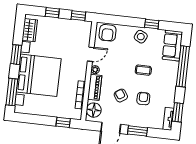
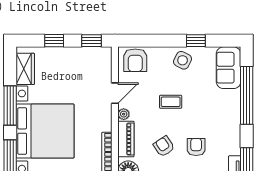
window: (16, 55) -> (10, 105), width x1.44
coffee table: (143, 70) -> (171, 102), moved

